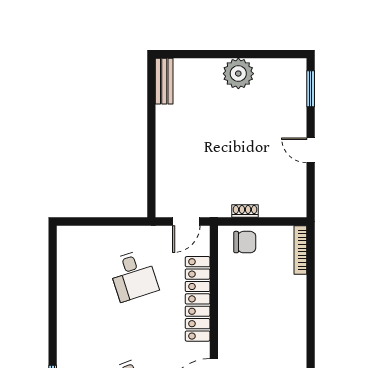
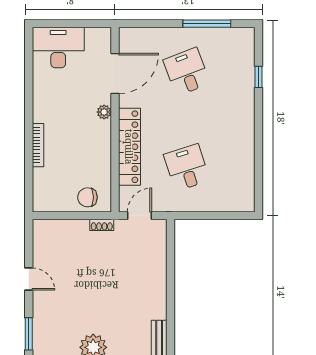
shoe rack: (245, 211) -> (102, 225), moved
bookcase: (300, 250) -> (38, 145), moved
plant: (226, 338) -> (104, 112), added

